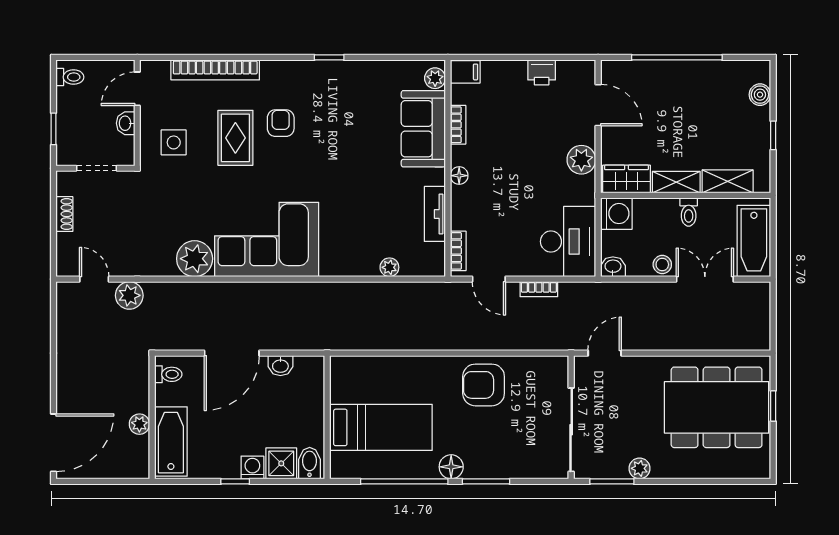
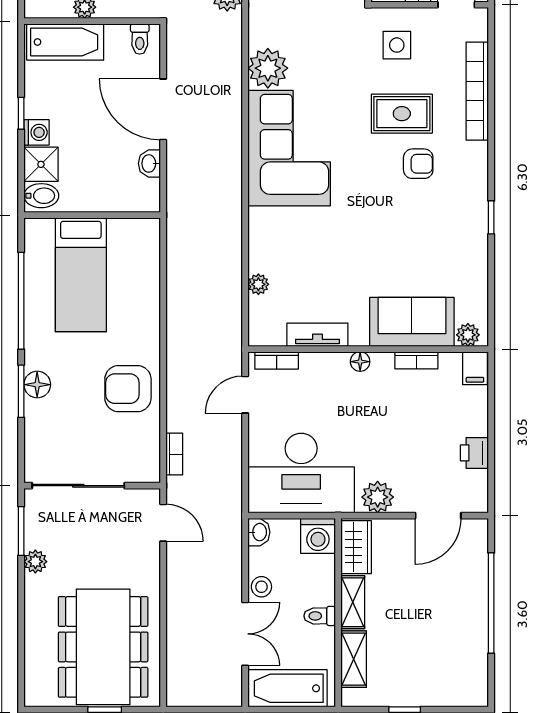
boiler: (760, 95) -> (450, 695), removed
desk: (568, 242) -> (301, 473), width x1.36, depth x1.30
bookcase: (539, 289) -> (174, 454), moved, turned 180
armchair: (484, 385) -> (128, 389), turned -90
floor lamp: (451, 467) -> (37, 385), moved

